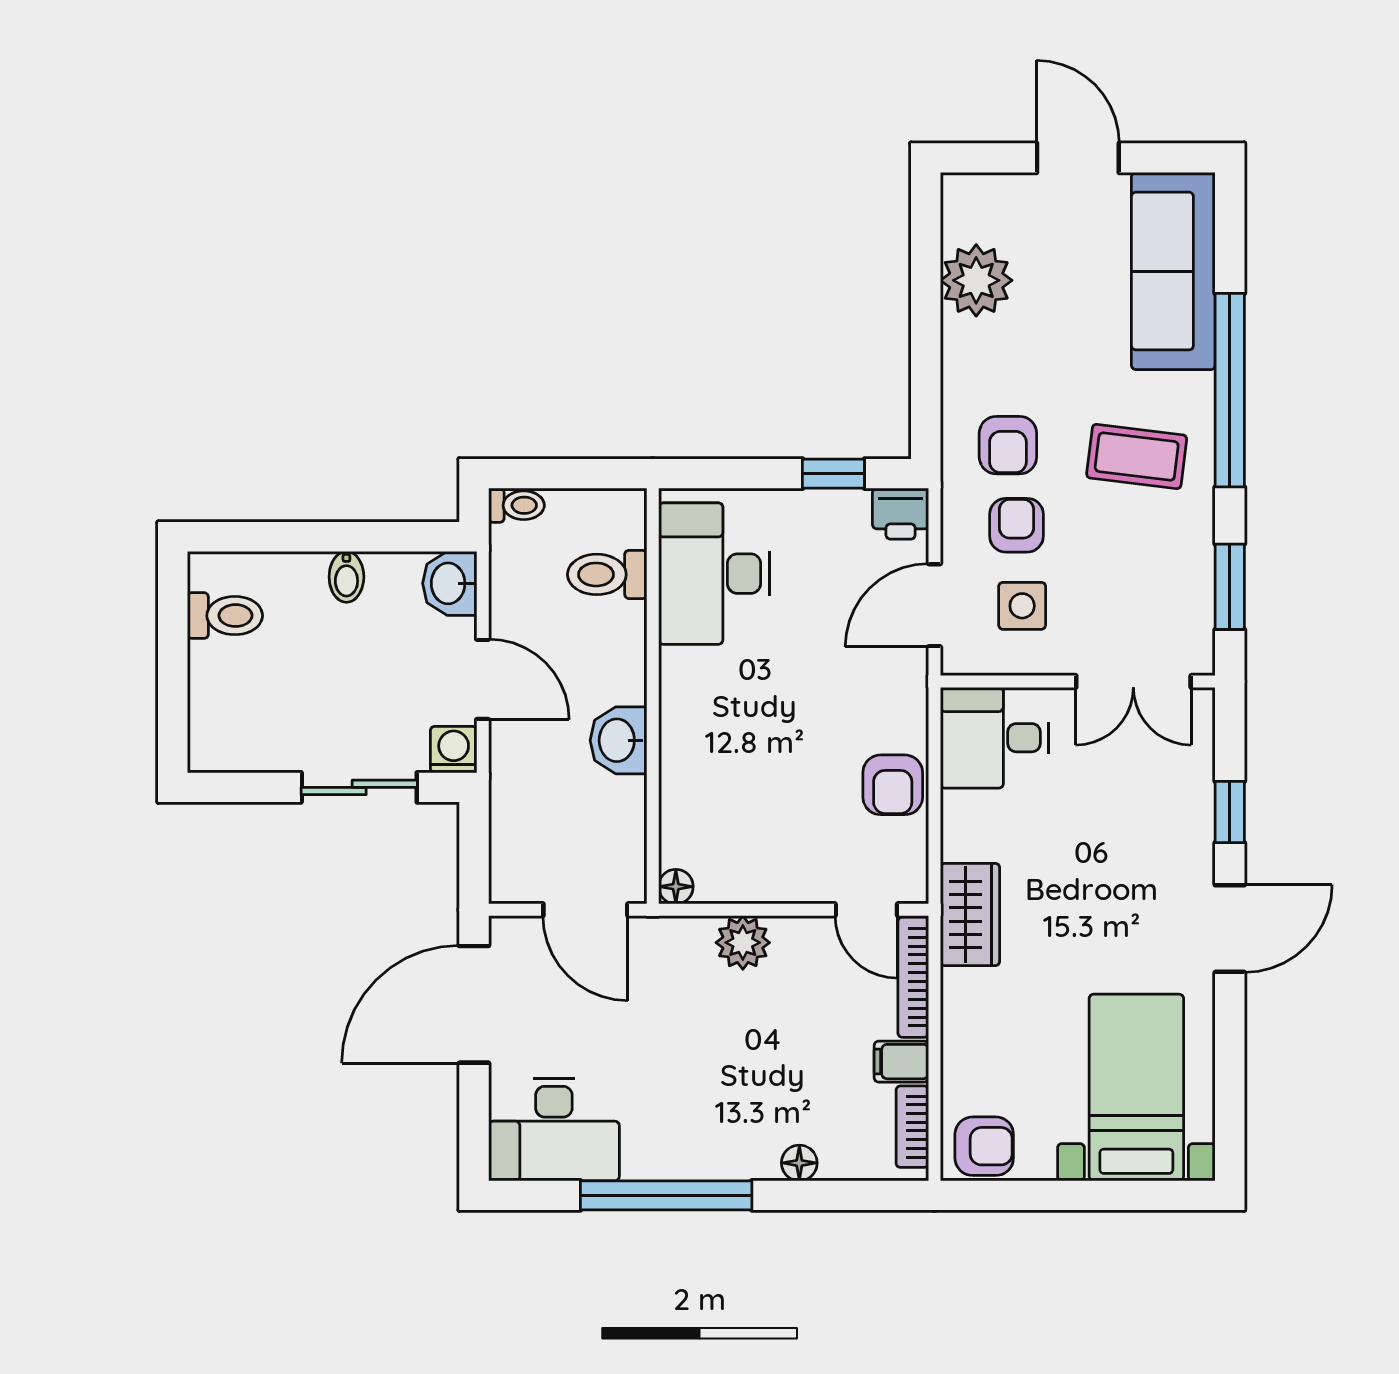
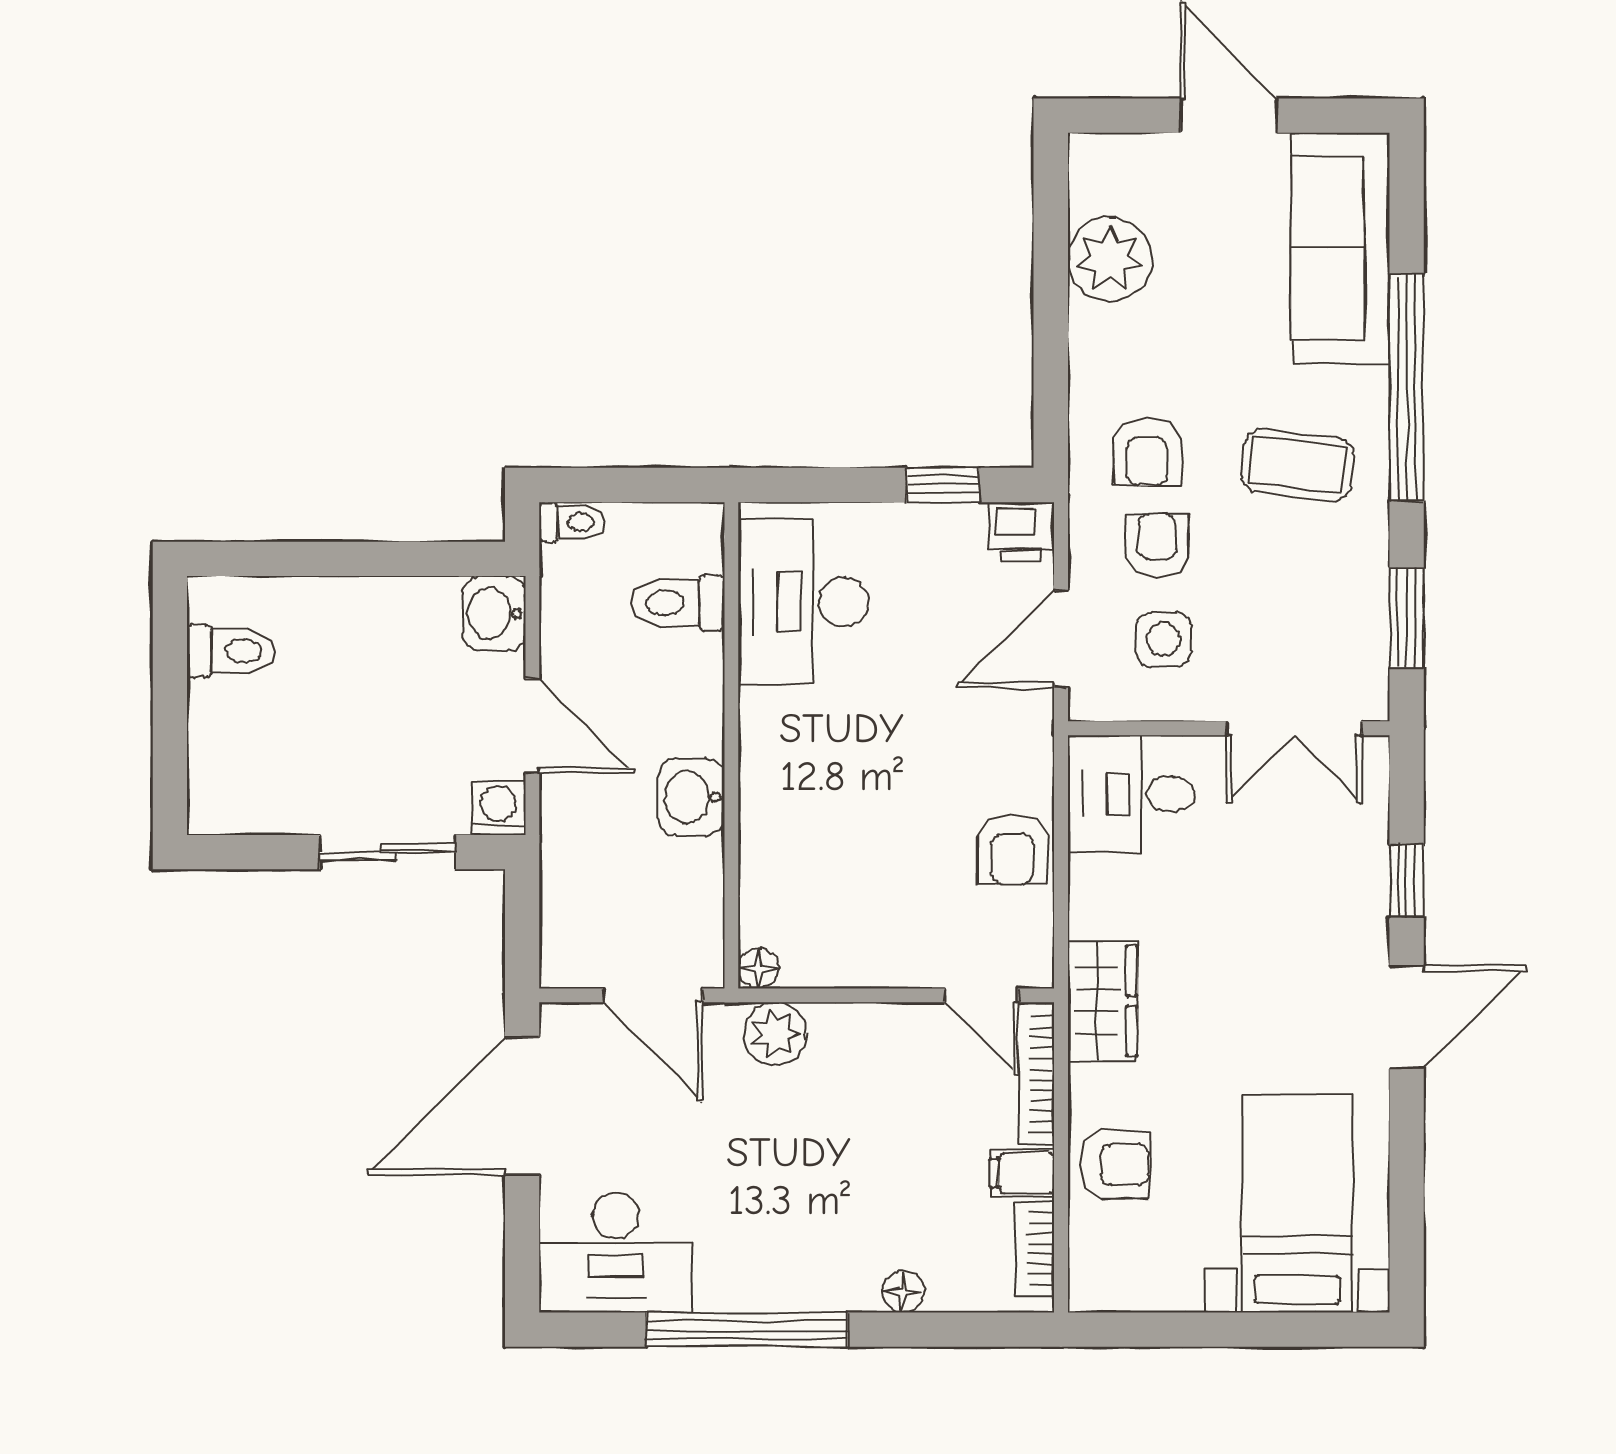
bidet: (346, 577) -> (373, 606), removed
plant: (743, 943) -> (775, 1034), moved
armchair: (984, 1146) -> (1115, 1165), moved

